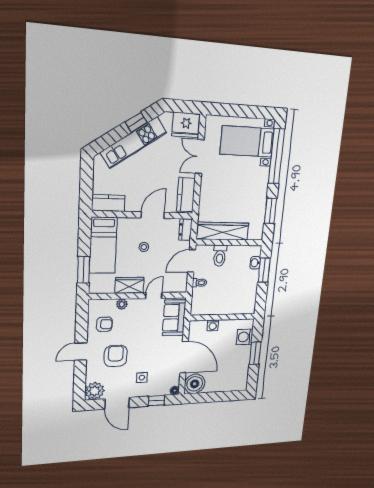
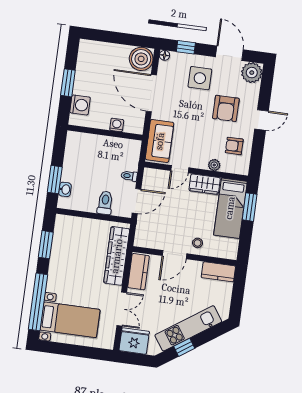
dresser: (185, 230) -> (141, 236), removed
wardrobe: (223, 231) -> (117, 256), moved, turned 90
bed: (103, 245) -> (230, 208), moved, turned 180
stool: (144, 247) -> (198, 243), moved
side table: (142, 378) -> (200, 78), width x1.87, depth x1.87

